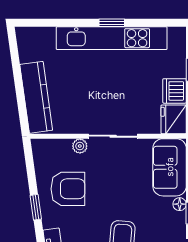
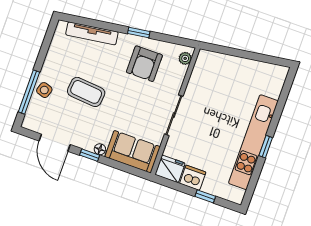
kitchen counter: (36, 97) -> (227, 64), removed
plant: (80, 146) -> (185, 58), moved

